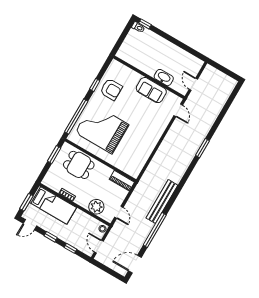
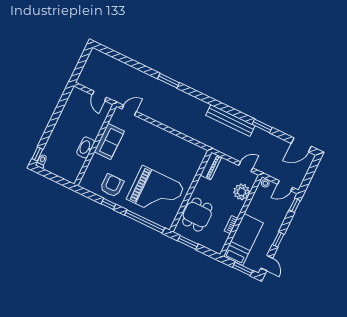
washbasin: (164, 78) -> (86, 147), moved
door: (193, 84) -> (99, 96), hinge flipped
grand piano: (102, 129) -> (156, 192), turned -90
window: (155, 230) -> (262, 126), width x0.47
window: (71, 248) -> (295, 205), moved
door: (135, 264) -> (301, 145), hinge flipped

